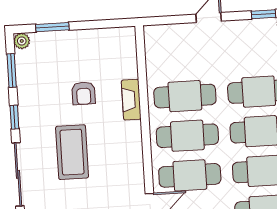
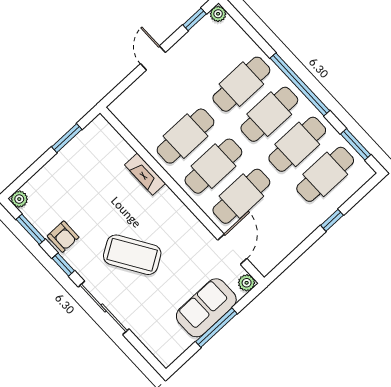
window: (52, 27) -> (67, 138), moved
armchair: (84, 93) -> (63, 237), moved
coffee table: (72, 152) -> (132, 255), turned -32

